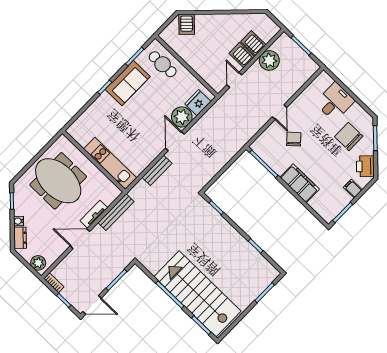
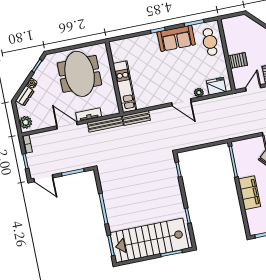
server rack: (187, 24) -> (238, 61), moved, turned -135
plant: (182, 117) -> (199, 93), width x0.53, depth x0.53
door: (175, 141) -> (181, 102), swing flipped
bench: (157, 170) -> (136, 118), moved
stairs: (197, 294) -> (149, 240), moved, turned -90

